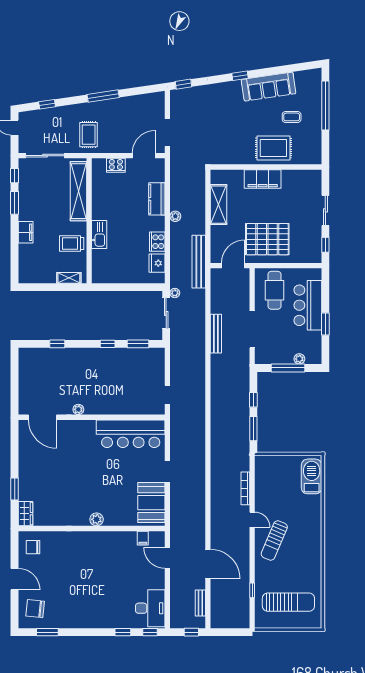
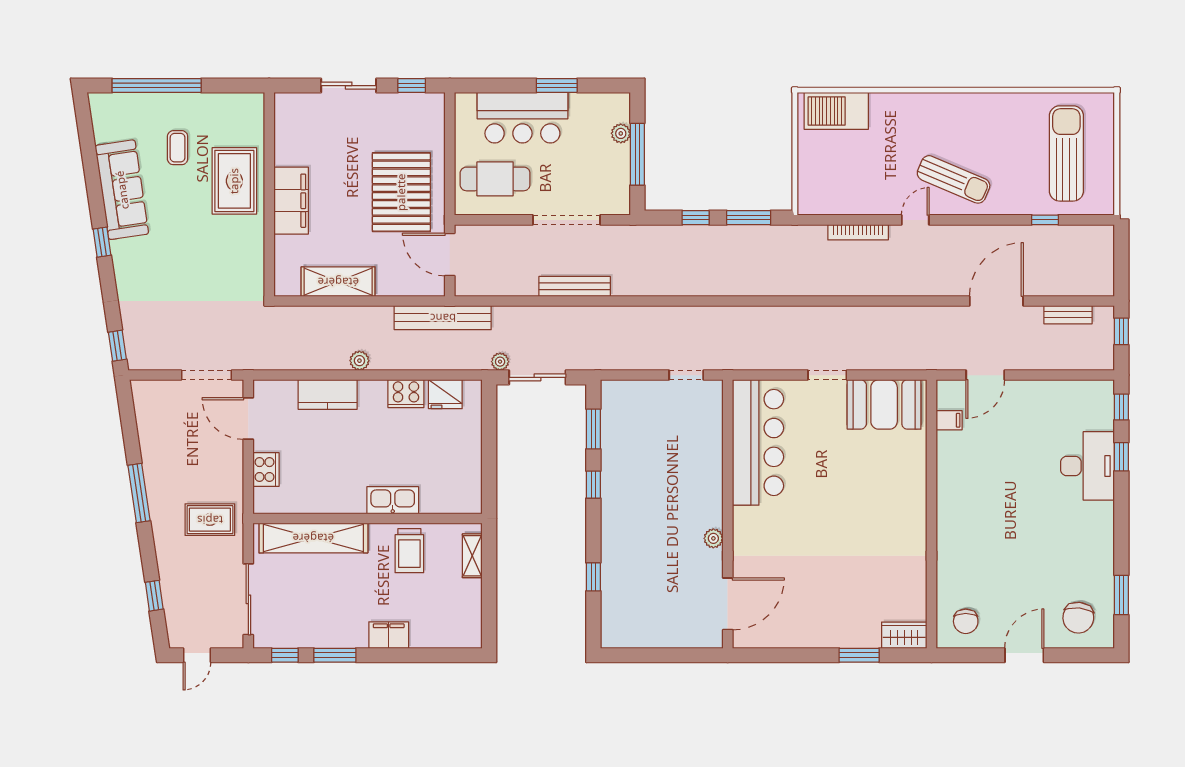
plant: (97, 519) -> (915, 505), removed
desk: (150, 608) -> (1088, 466), moved, turned 90

